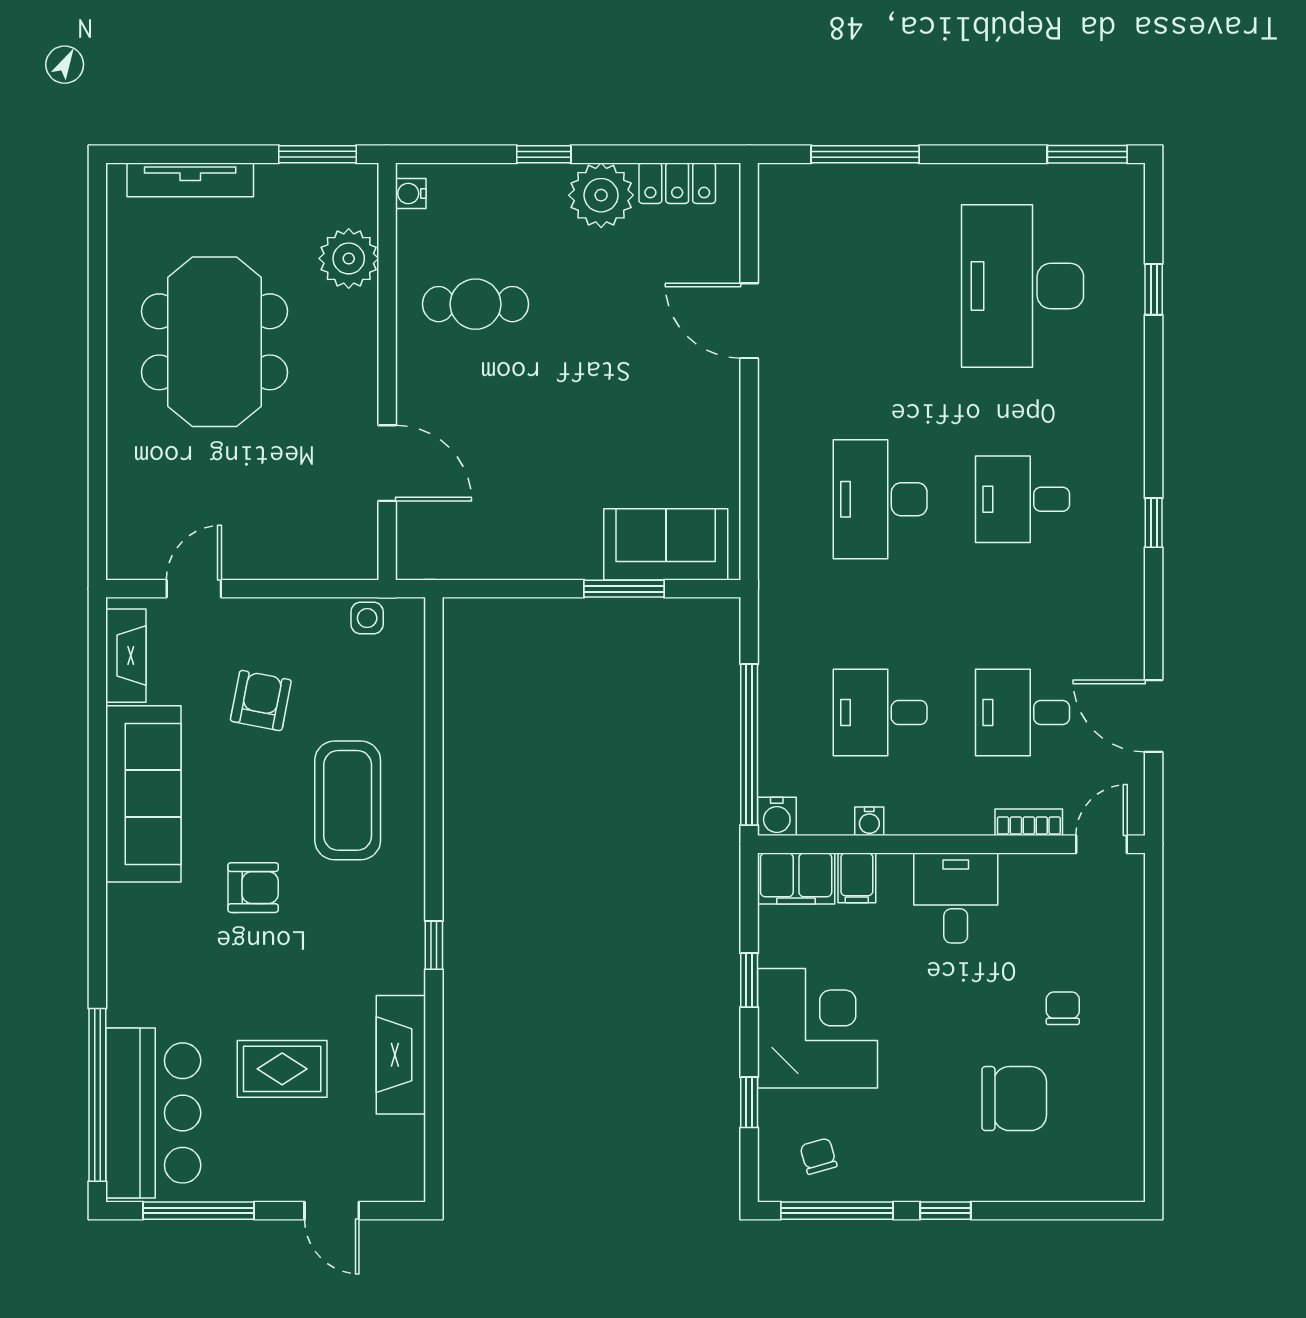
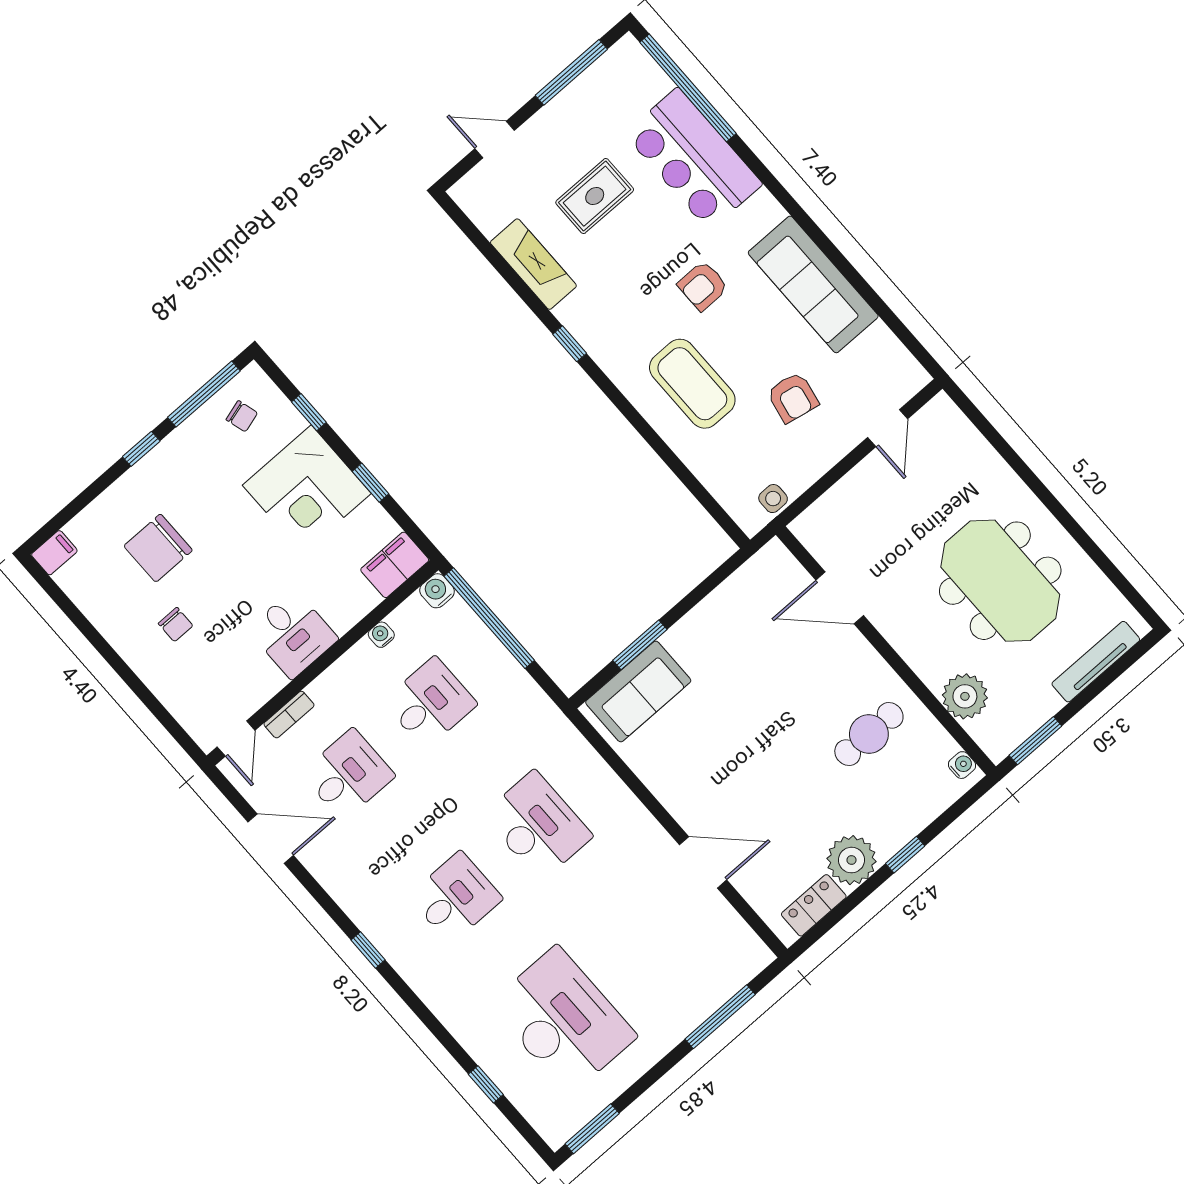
fireplace: (126, 656) -> (893, 355), removed
filing cabinet: (857, 878) -> (54, 553), moved, turned 90
bar counter: (153, 1113) -> (693, 159), moved

